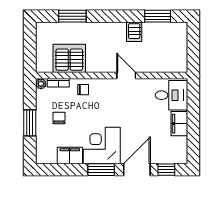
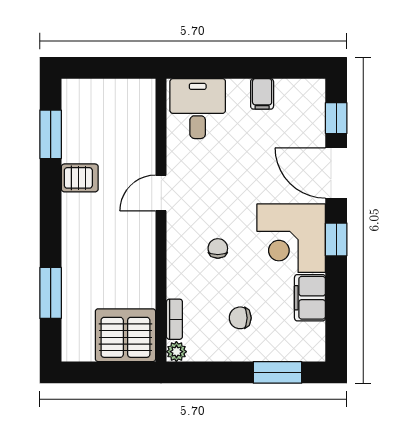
server rack: (69, 58) -> (125, 335), moved, turned 90
chair: (83, 90) -> (218, 248), moved
window: (30, 123) -> (277, 372), moved
filing cabinet: (179, 124) -> (262, 94), width x0.50
window: (101, 170) -> (336, 239), width x0.67

